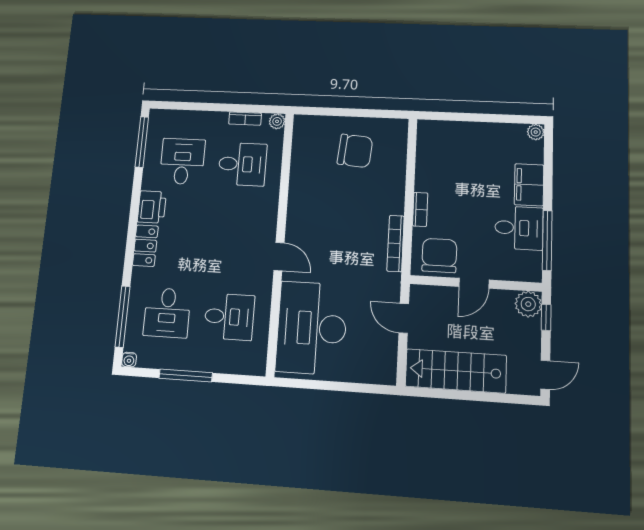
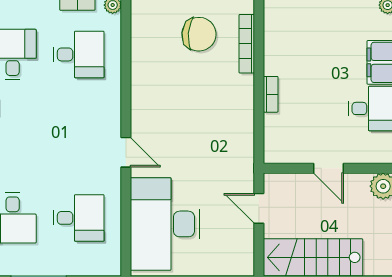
bookcase: (396, 243) -> (247, 44), moved
chair: (439, 256) -> (292, 142), removed
door: (474, 283) -> (328, 168), hinge flipped

